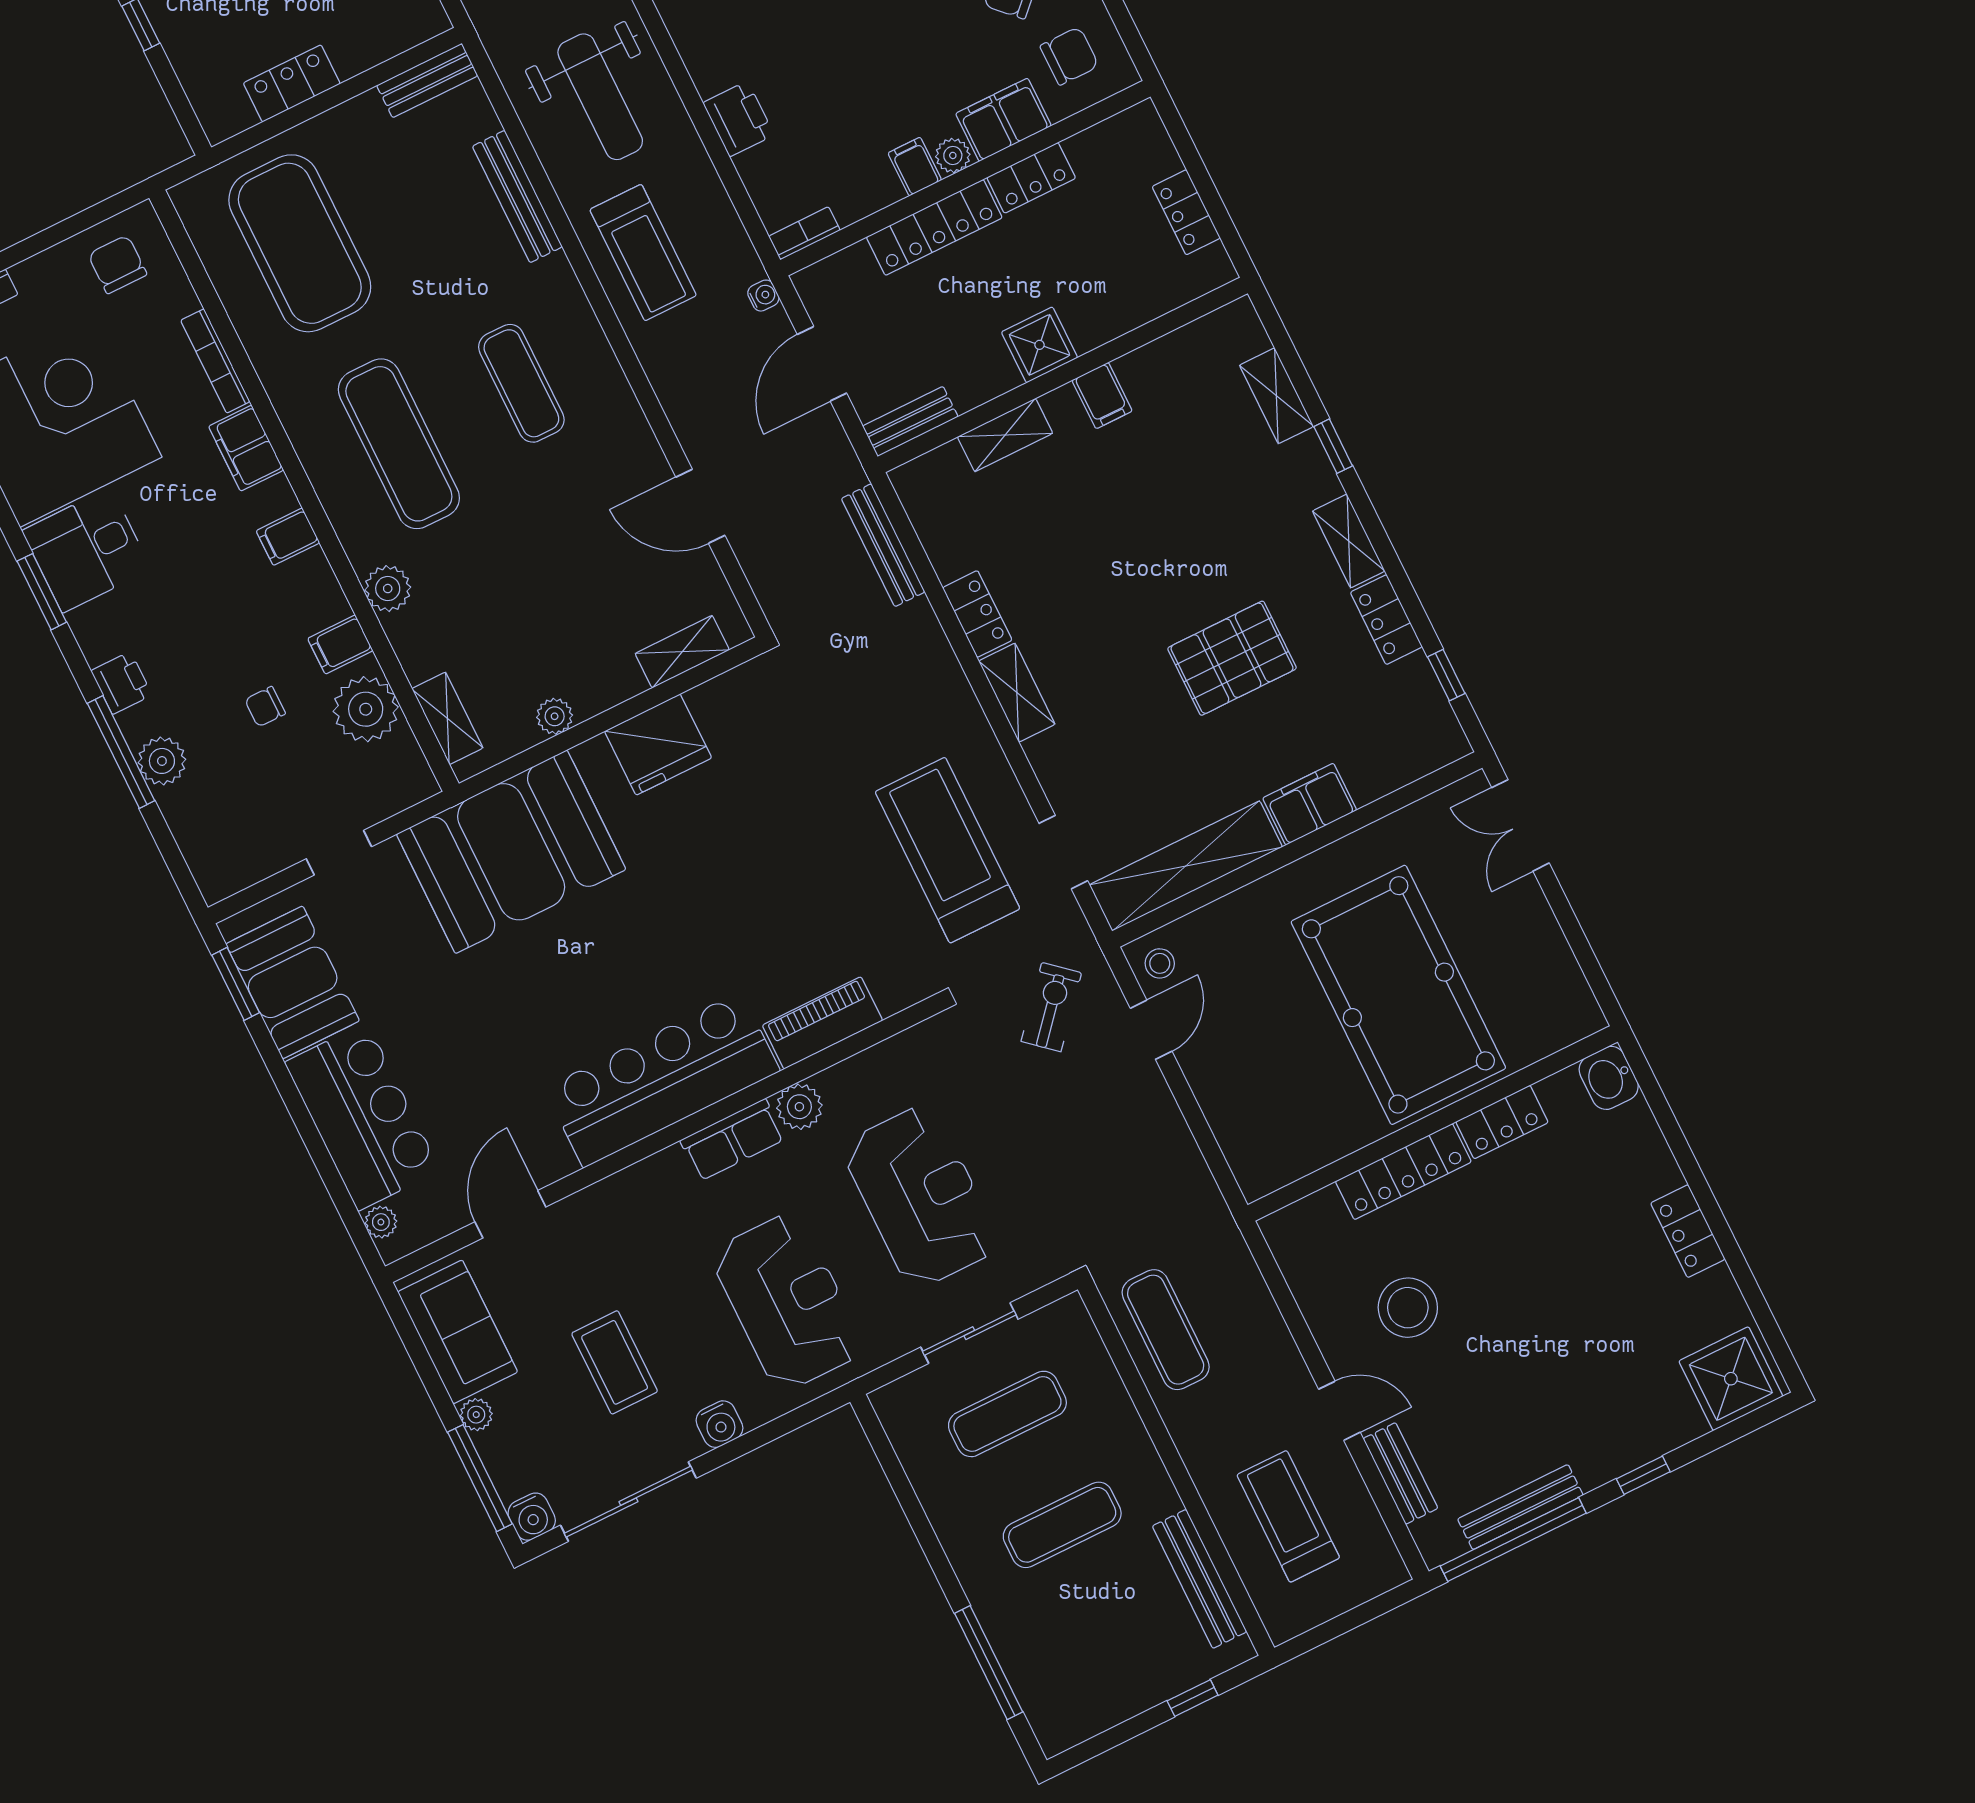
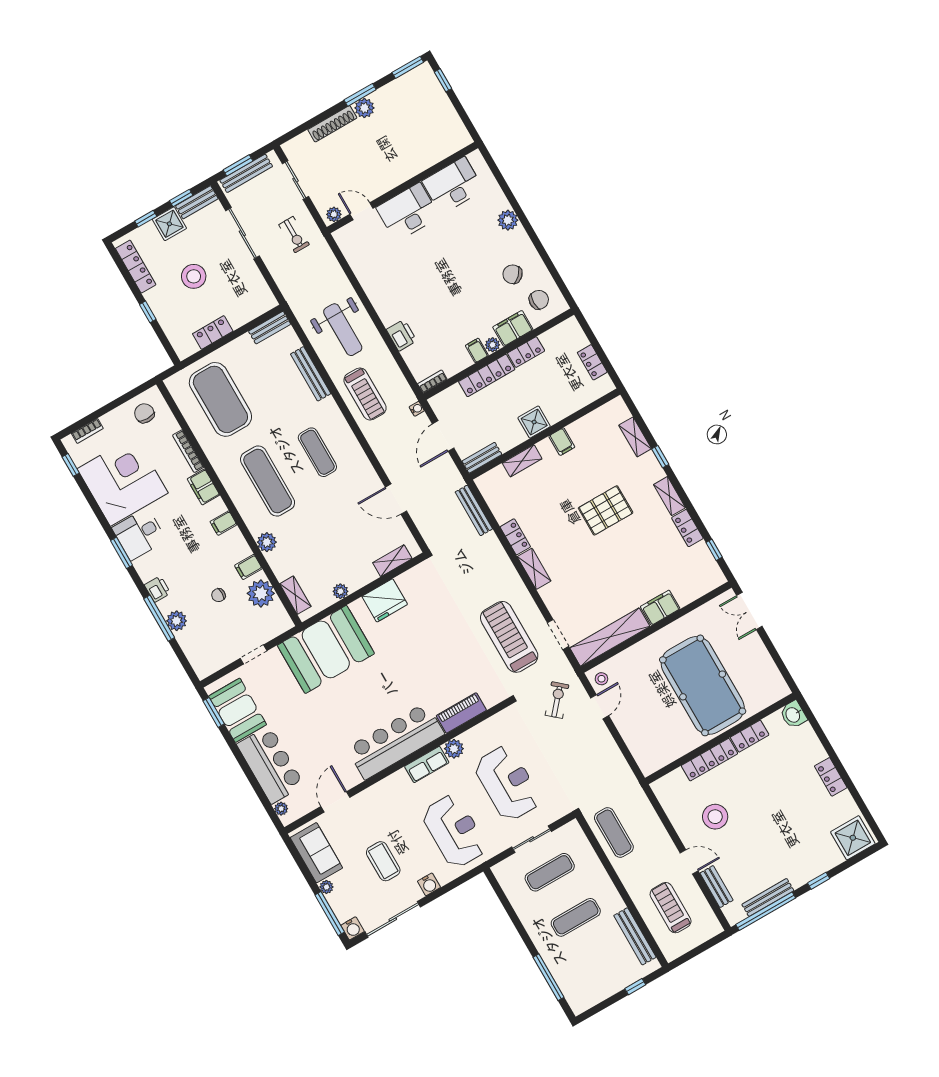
pallet: (1232, 658) -> (606, 510), moved

